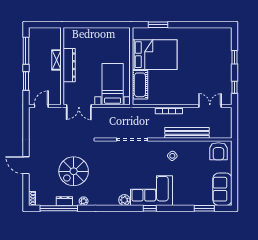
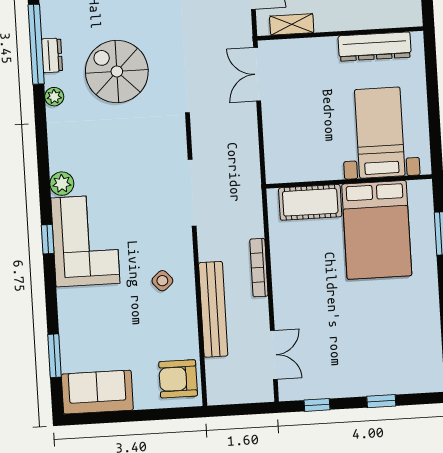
shelving: (57, 60) -> (292, 24), moved
dresser: (69, 65) -> (375, 47), moved
bed with nightstands: (113, 84) -> (380, 133), moved, turned -90

